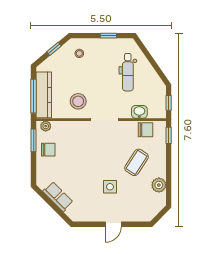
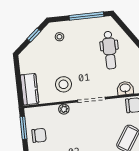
window: (108, 36) -> (86, 16), width x2.17
kitchen counter: (44, 95) -> (30, 89), width x0.67
window: (34, 96) -> (19, 84), removed
plant: (46, 126) -> (64, 109), moved

